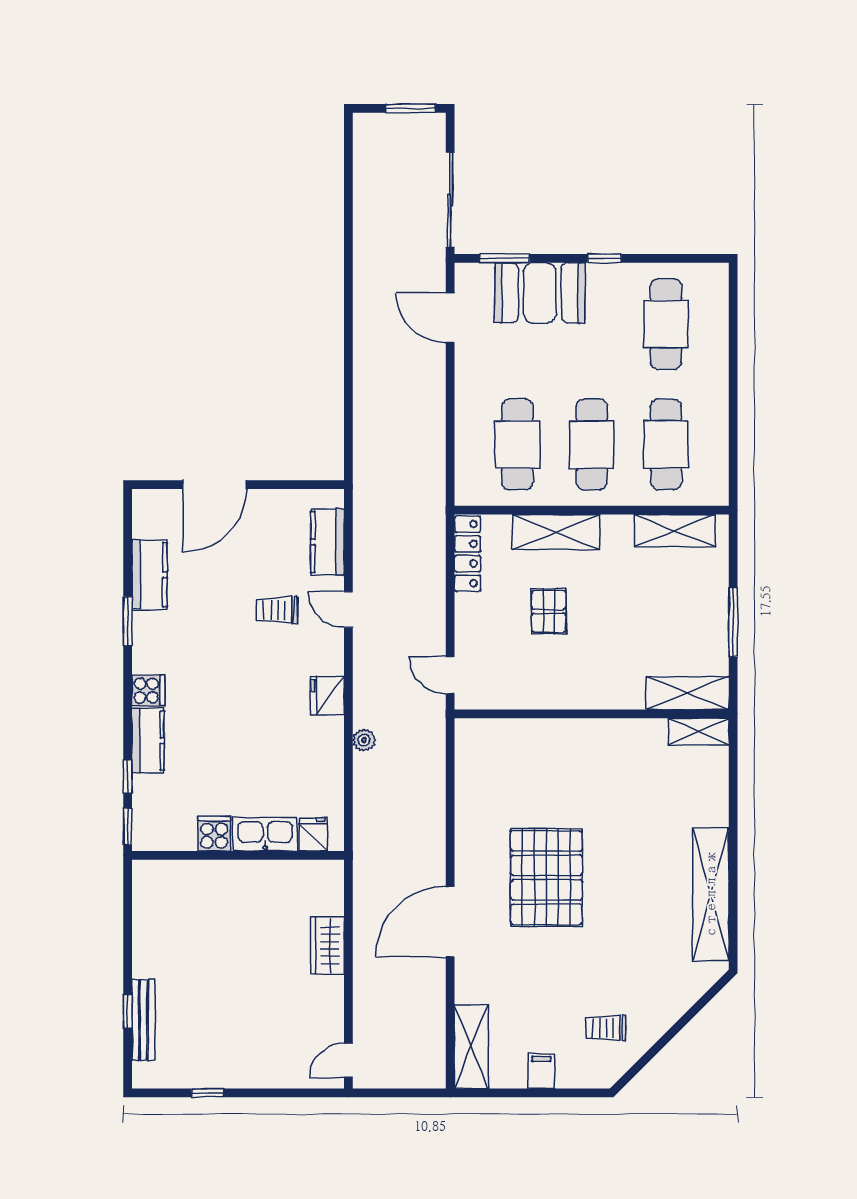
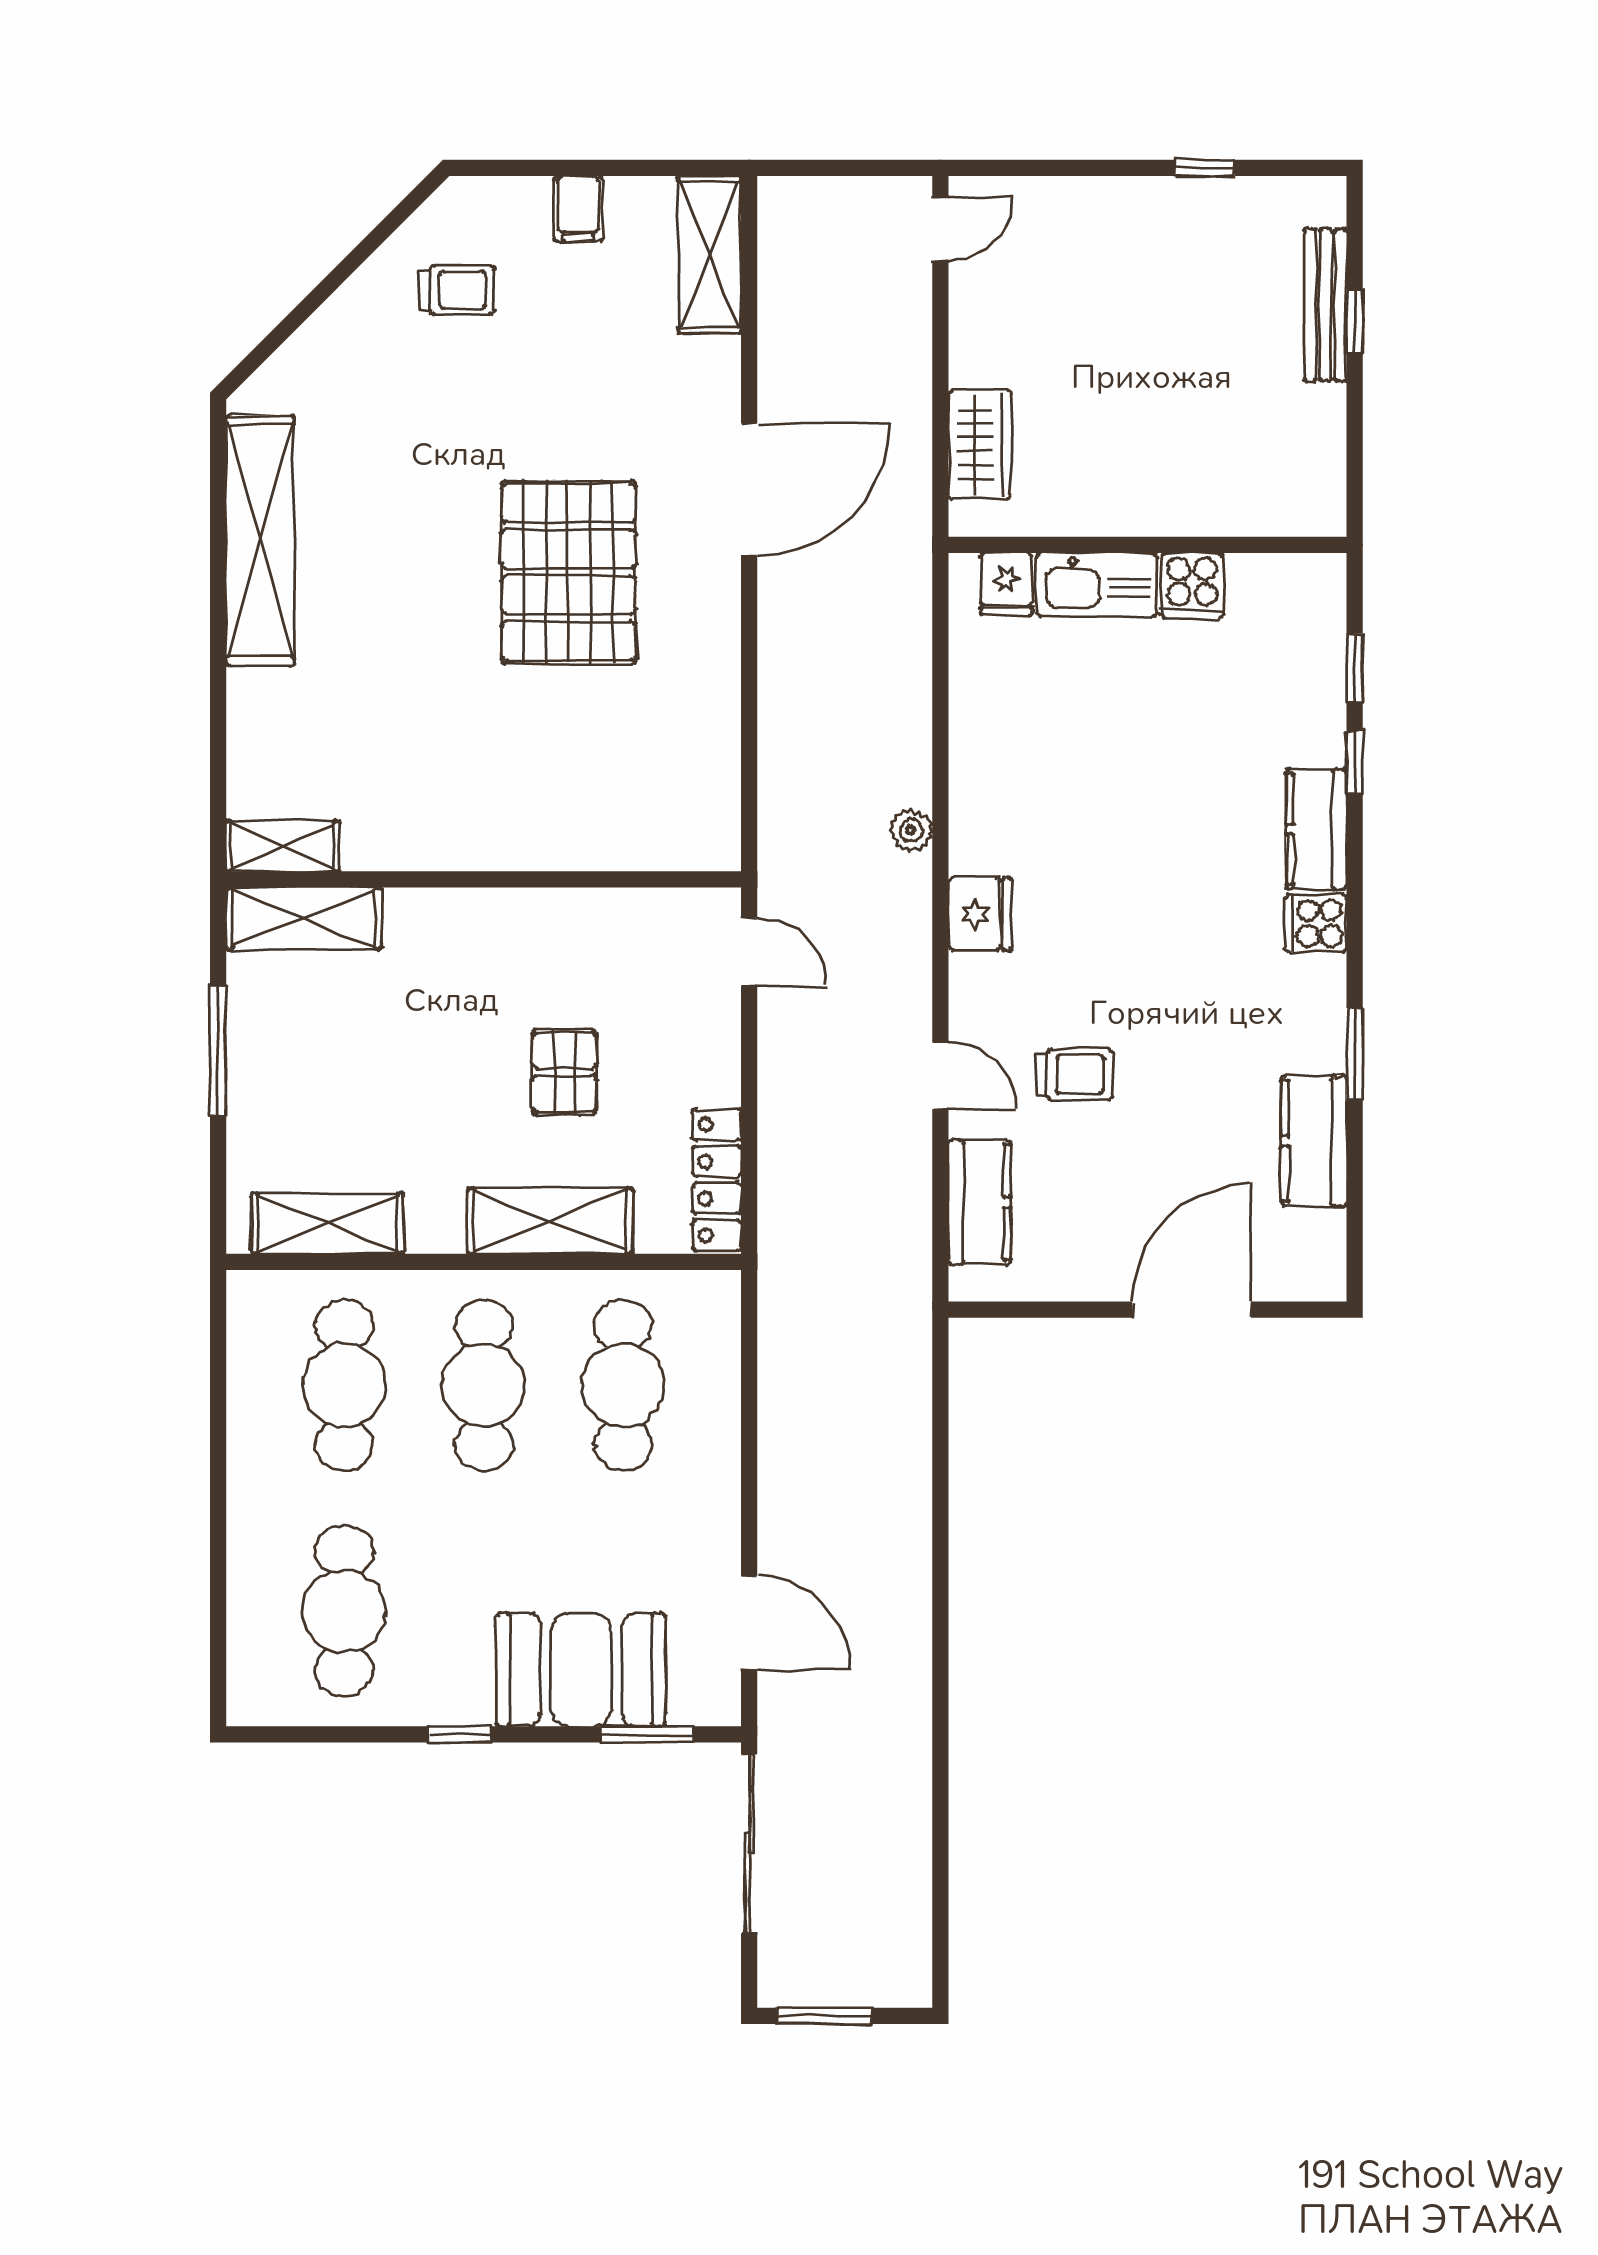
cooker: (214, 834) -> (1192, 586), moved
kitchen sink: (265, 834) -> (1097, 585), moved
fridge: (313, 834) -> (1006, 584), moved
wall: (238, 855) -> (1147, 545), moved

